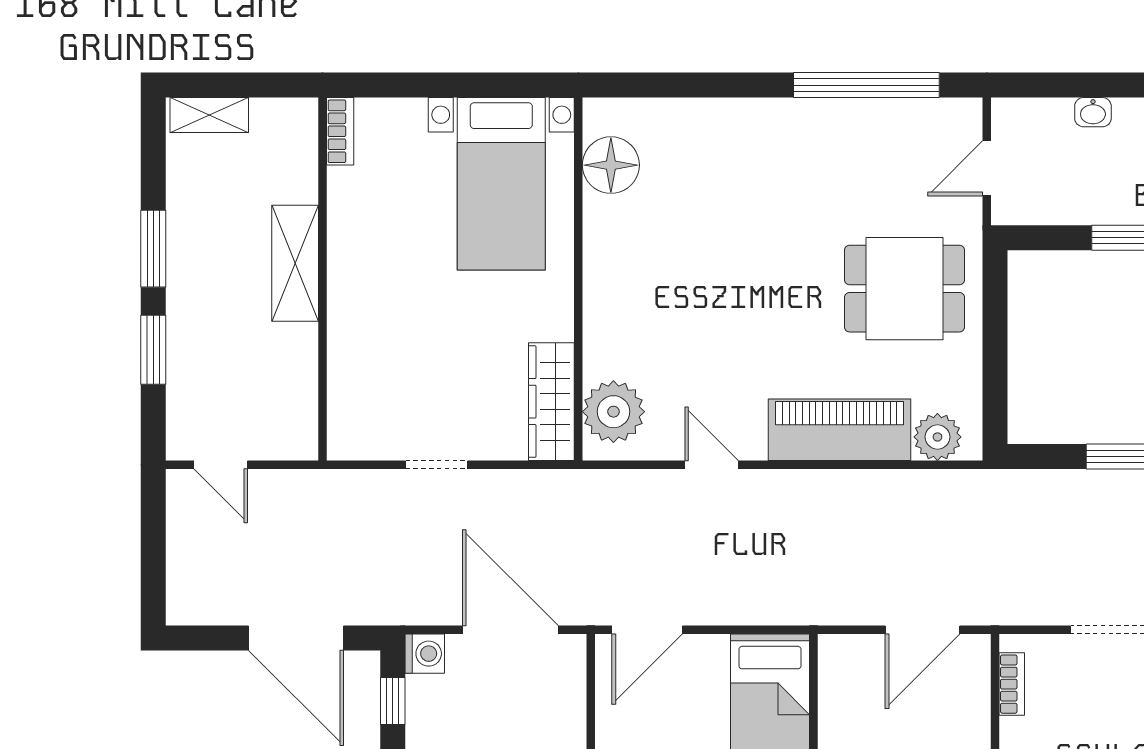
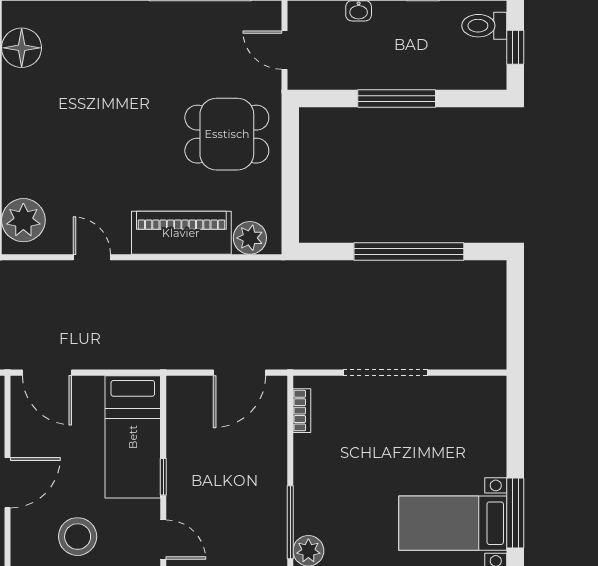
door: (987, 168) -> (284, 50), hinge flipped
door: (647, 630) -> (47, 373), hinge flipped

